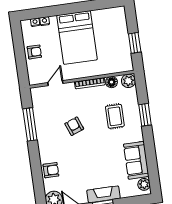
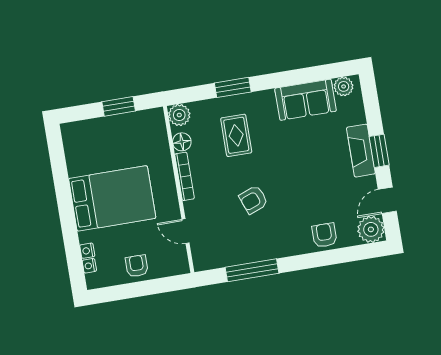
rug: (115, 116) -> (236, 135), turned 90

